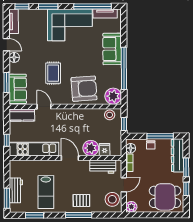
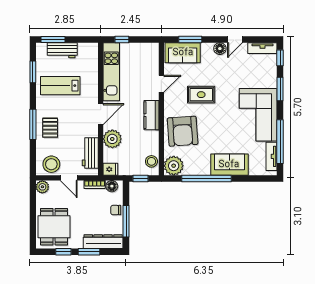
kitchen counter: (22, 115) -> (152, 115), moved
fridge: (105, 150) -> (110, 169), moved

